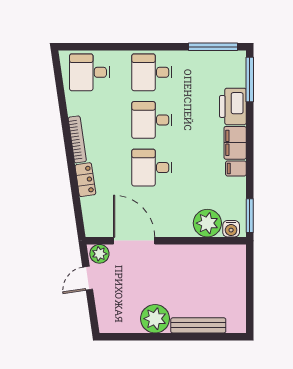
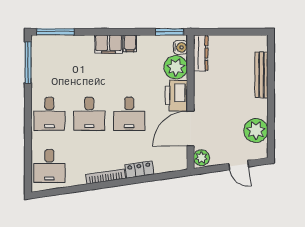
printer: (233, 106) -> (176, 96), moved, turned 90
dresser: (224, 253) -> (201, 53), added
door: (88, 278) -> (239, 165), moved
plant: (155, 319) -> (256, 130), moved

